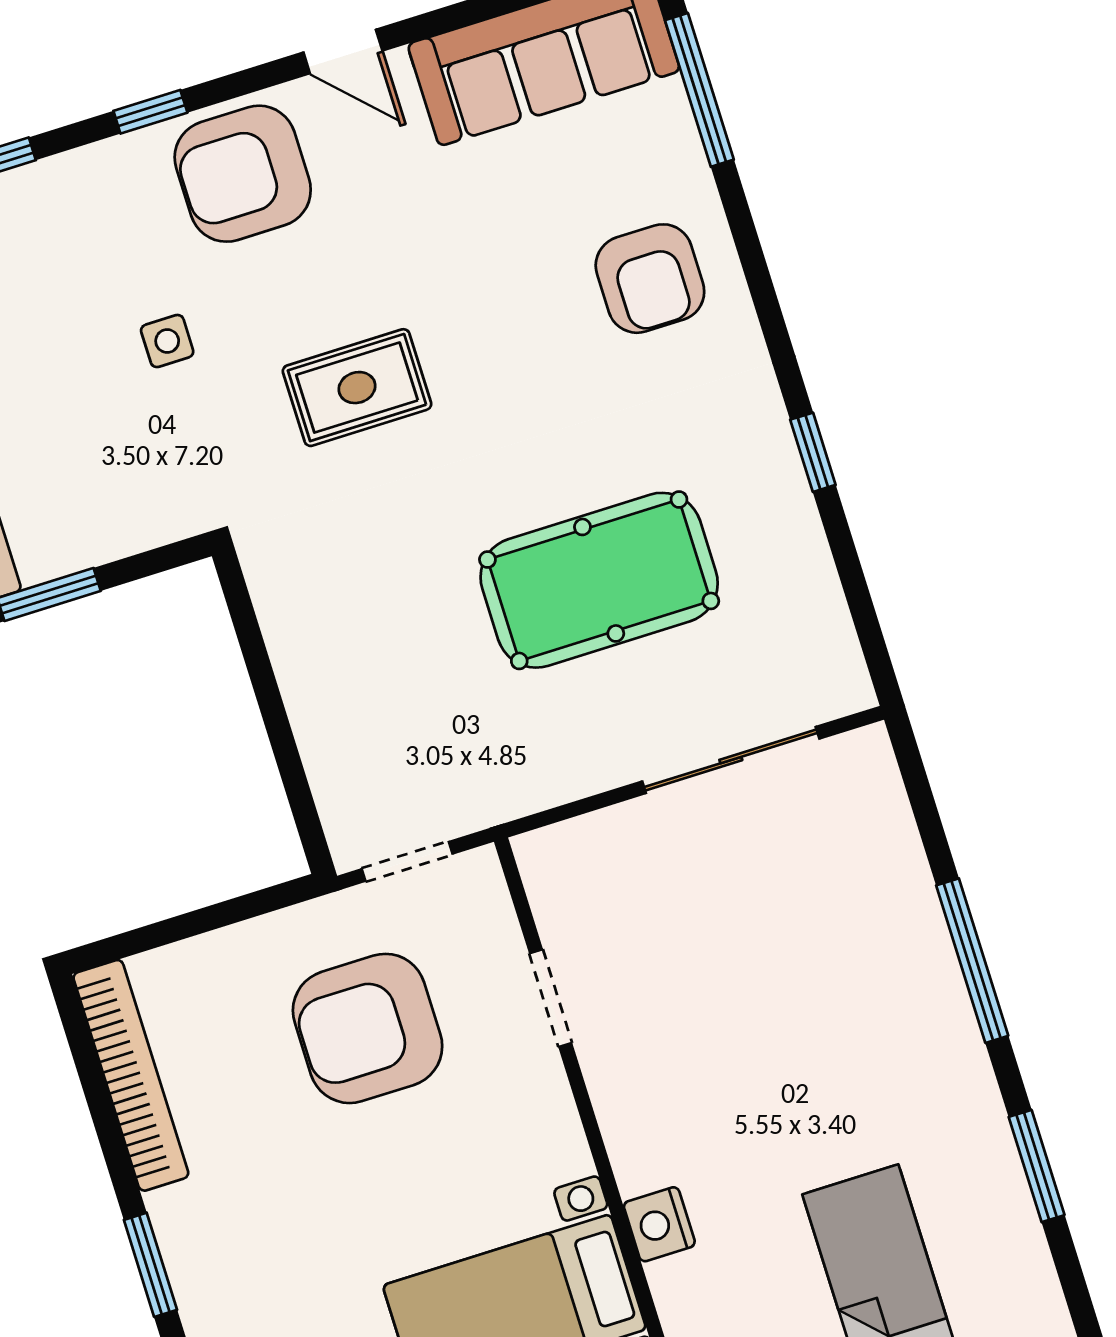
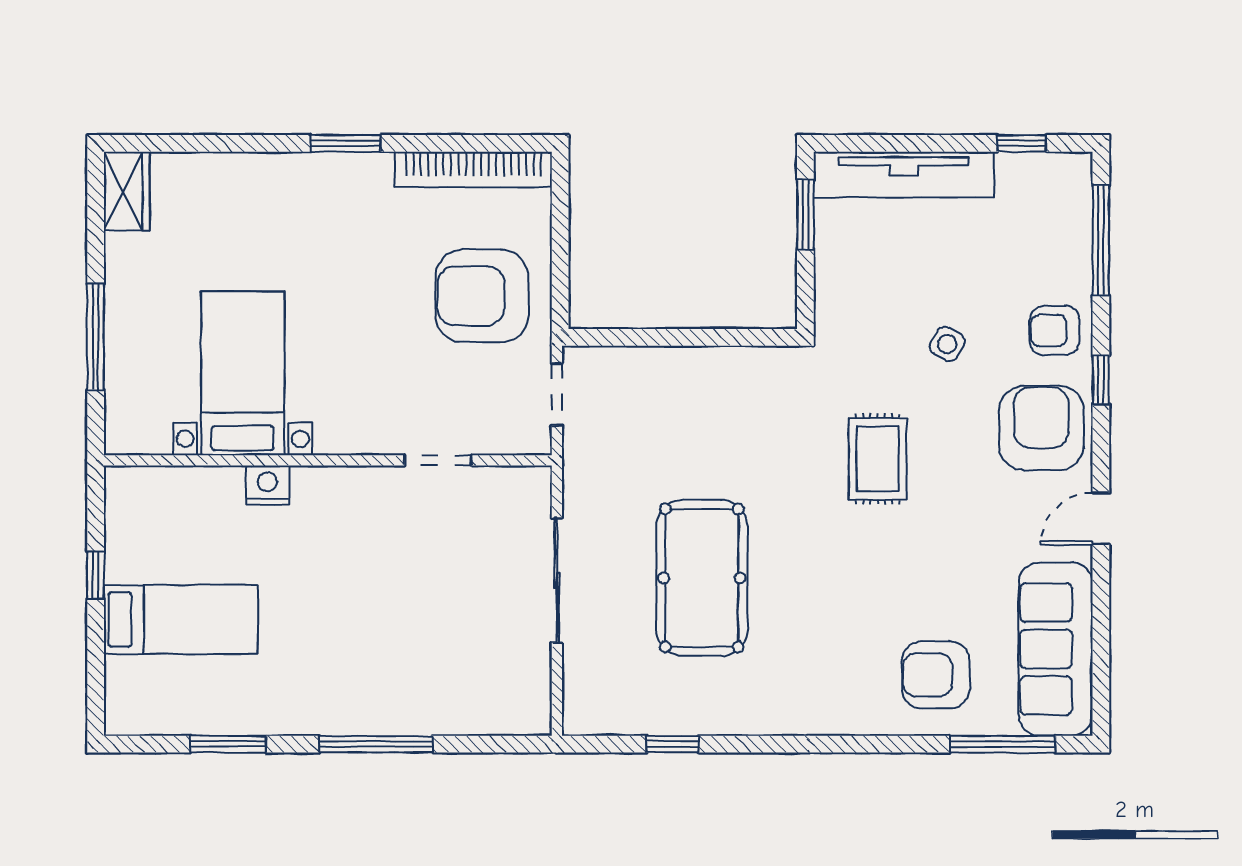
armchair: (102, 198) -> (1055, 330), added
armchair: (650, 279) -> (936, 675), moved
side table: (167, 341) -> (947, 344), turned 31
window: (813, 452) -> (673, 744), moved
sliding door: (731, 760) -> (557, 580), moved
armchair: (368, 1028) -> (482, 296), moved, turned -90

